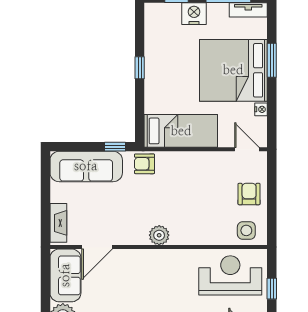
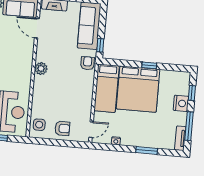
bed: (233, 70) -> (138, 89), moved, turned 180

